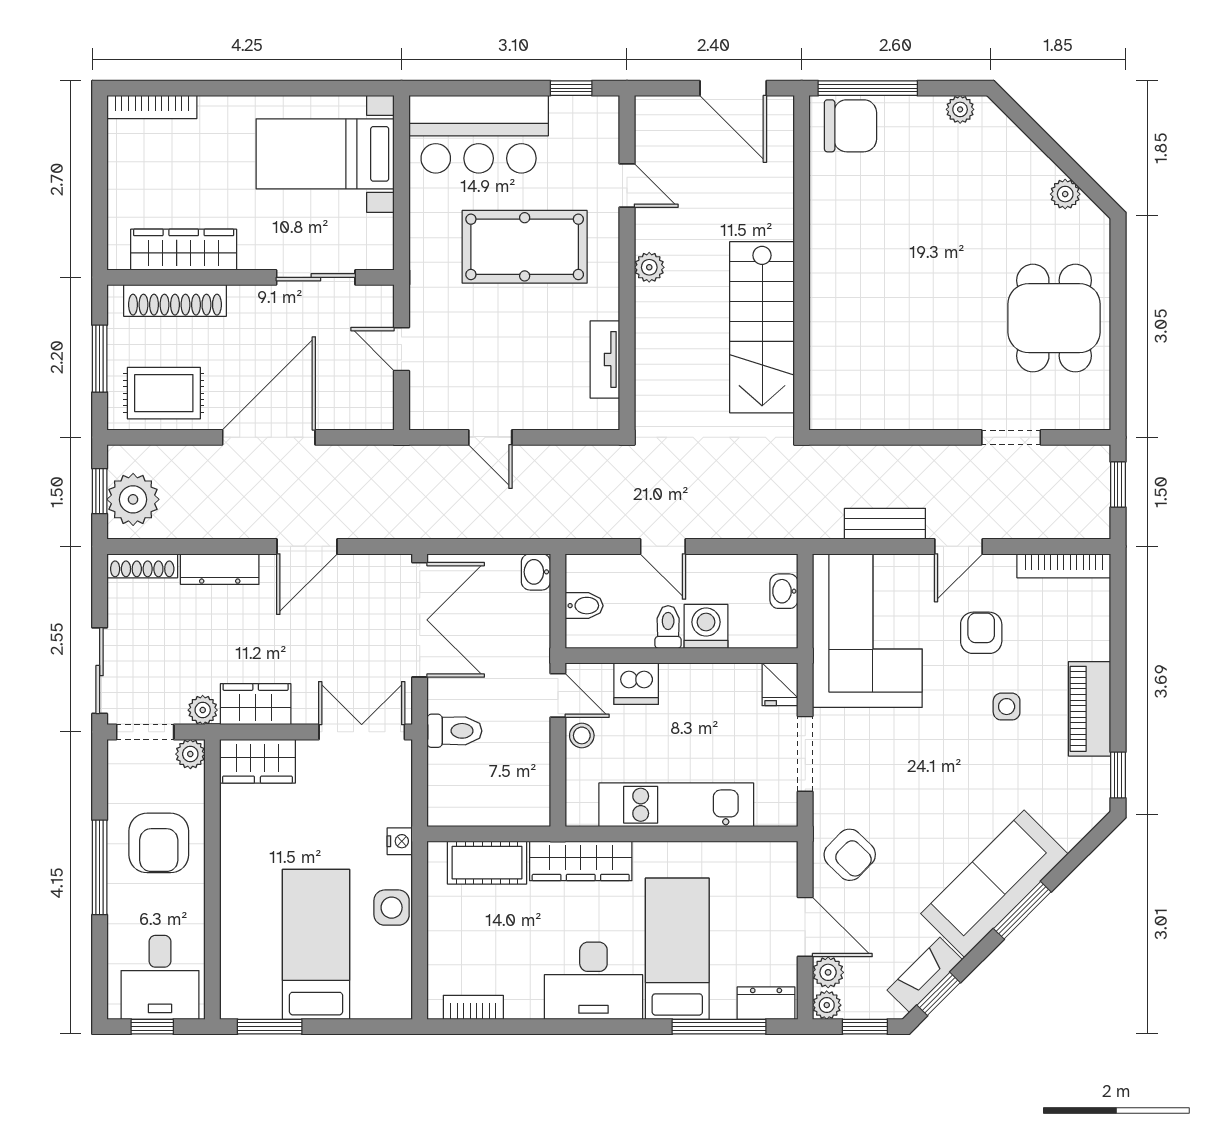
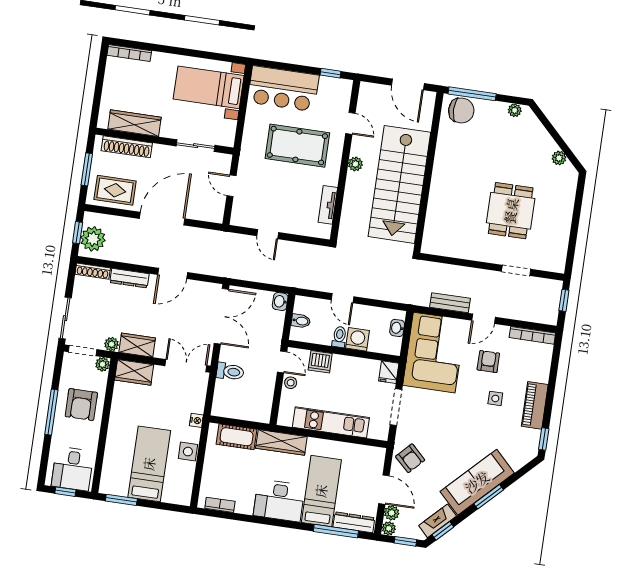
dining table: (1054, 318) -> (511, 211), moved
stairs: (762, 327) -> (399, 184), width x1.36, depth x1.51
dresser: (766, 1003) -> (354, 522), width x1.44

